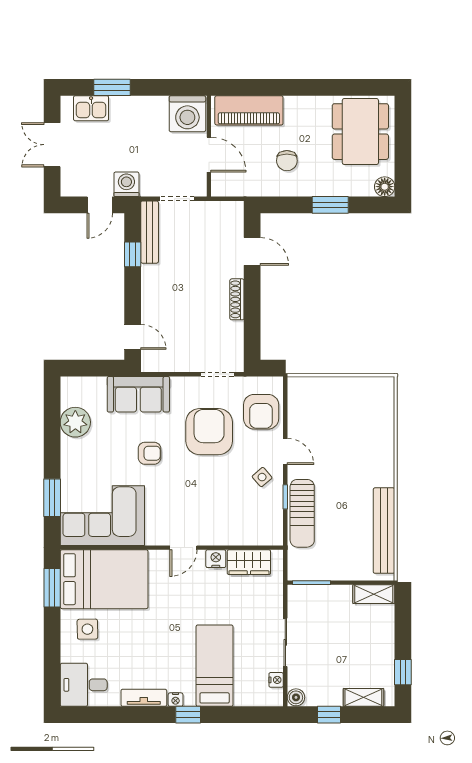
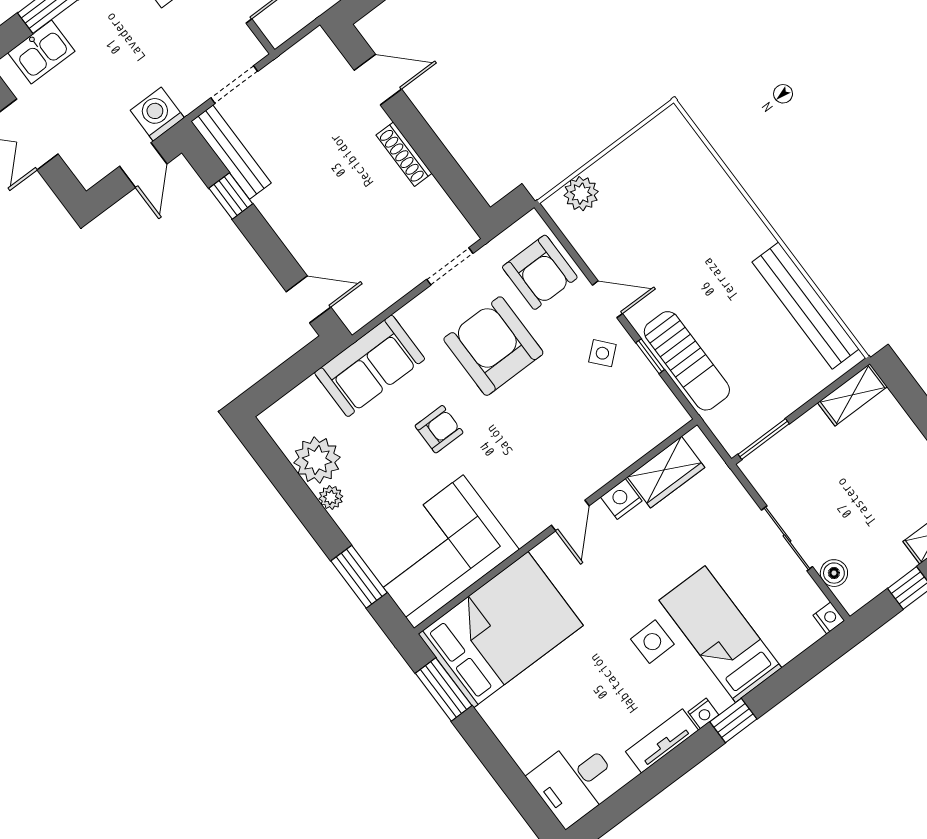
plant: (312, 387) -> (581, 194), added
plant: (68, 447) -> (331, 497), added
side table: (87, 629) -> (652, 642), moved
nightstand: (276, 680) -> (829, 618), moved
boiler: (296, 697) -> (834, 573), moved

